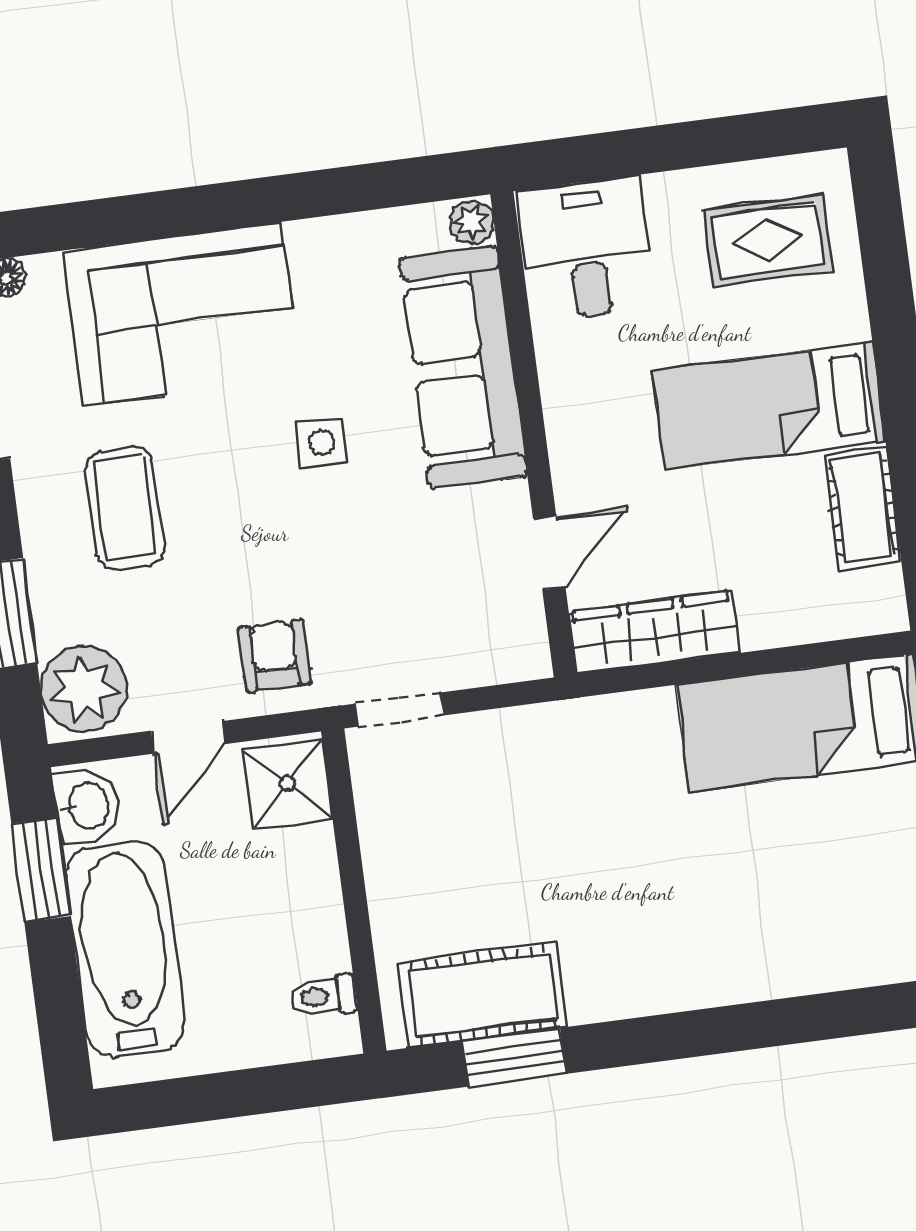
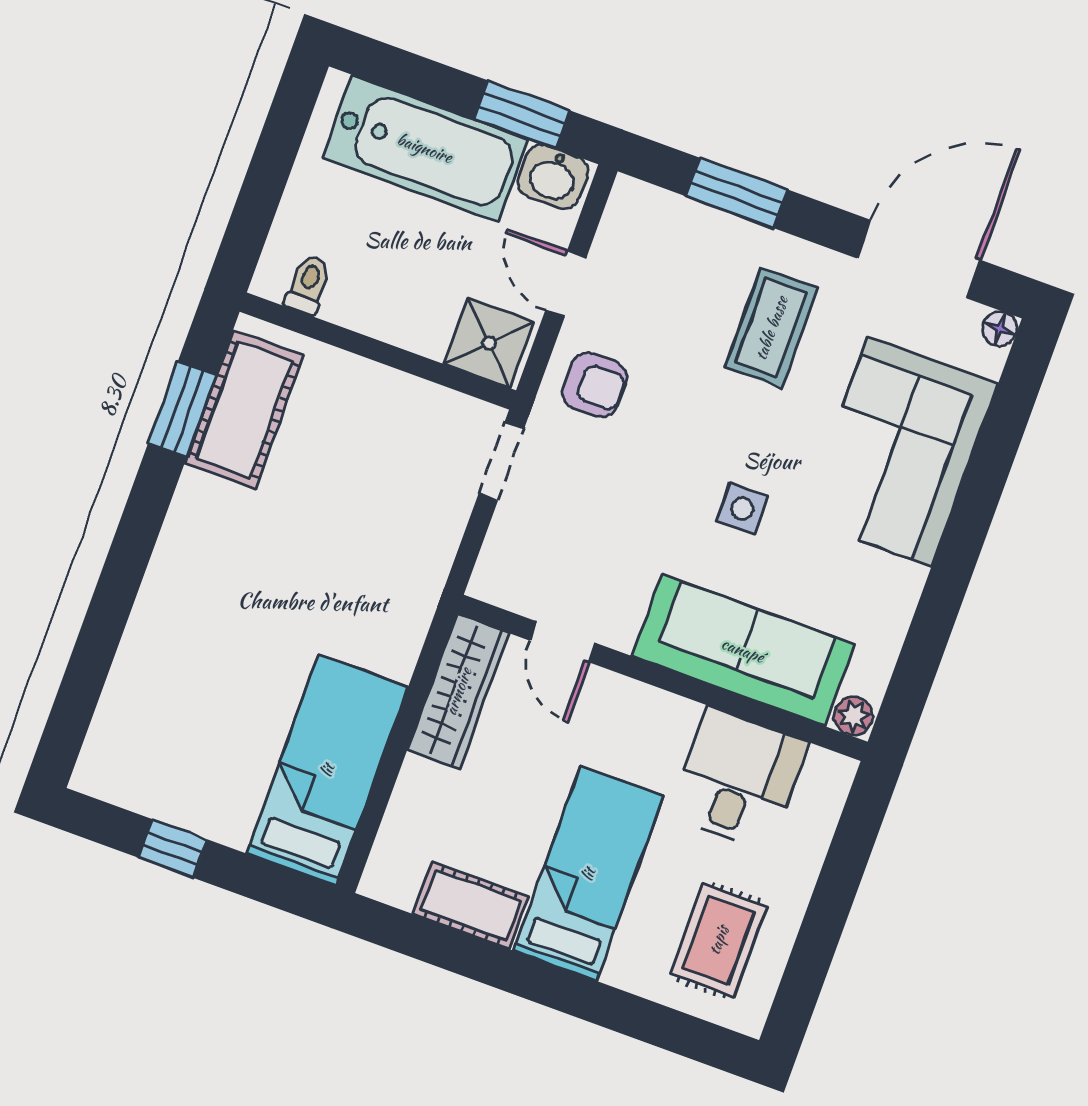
desk: (587, 249) -> (738, 779), moved, turned -90
coffee table: (125, 508) -> (771, 328), turned 90
plant: (84, 689) -> (646, 222), removed

